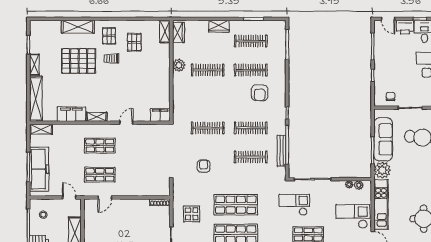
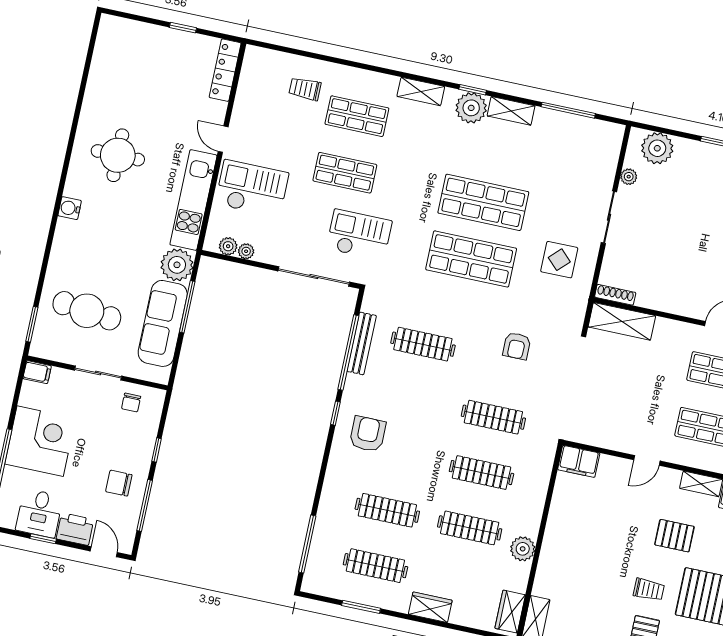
pallet: (134, 42) -> (674, 536), moved, turned 90
chair: (388, 55) -> (119, 483), added
armchair: (260, 93) -> (368, 434), moved
clothes rail: (251, 128) -> (481, 473), moved
shelving: (154, 190) -> (622, 321), added
checkout: (294, 205) -> (359, 235), turned 180
checkout: (353, 216) -> (252, 189), turned 180

